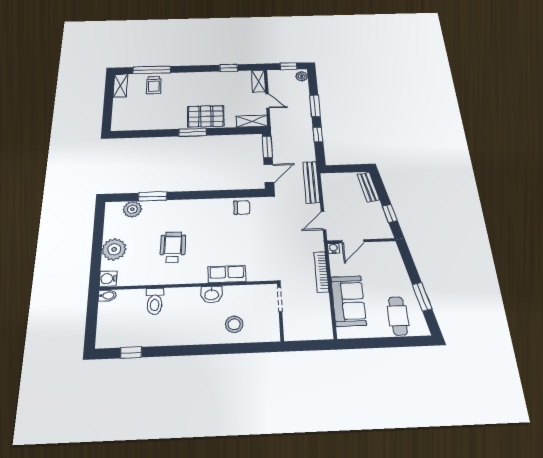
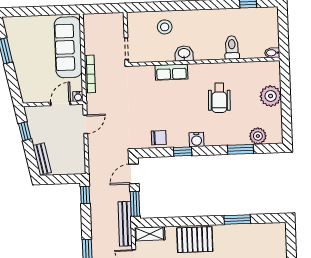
window: (193, 132) -> (237, 219), moved
window: (318, 134) -> (85, 195), moved
bench: (311, 182) -> (125, 224), moved
window: (216, 194) -> (183, 151), added
chair: (242, 207) -> (159, 138), turned 180
water cooler: (108, 279) -> (197, 140), moved, turned 90
sofa: (348, 301) -> (68, 47), width x1.36
cafe table: (398, 316) -> (28, 34), removed

